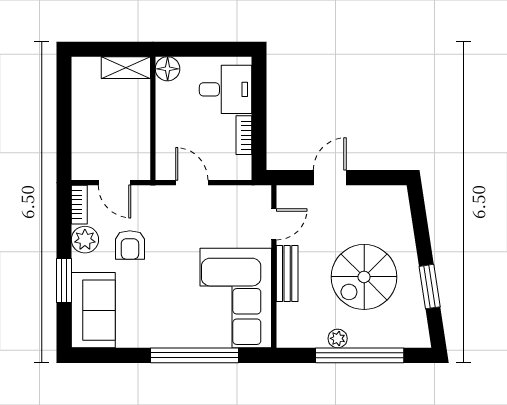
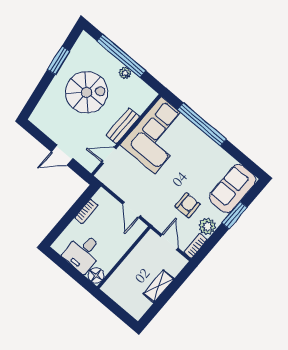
shelving: (126, 68) -> (159, 286), moved, turned 90
desk: (226, 89) -> (83, 253), moved, turned -90

